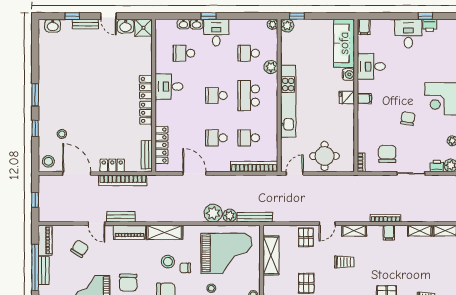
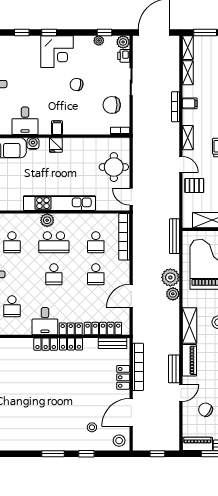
plant: (271, 67) -> (47, 220), moved
locker: (161, 113) -> (71, 329), added
plant: (230, 216) -> (173, 294), moved

